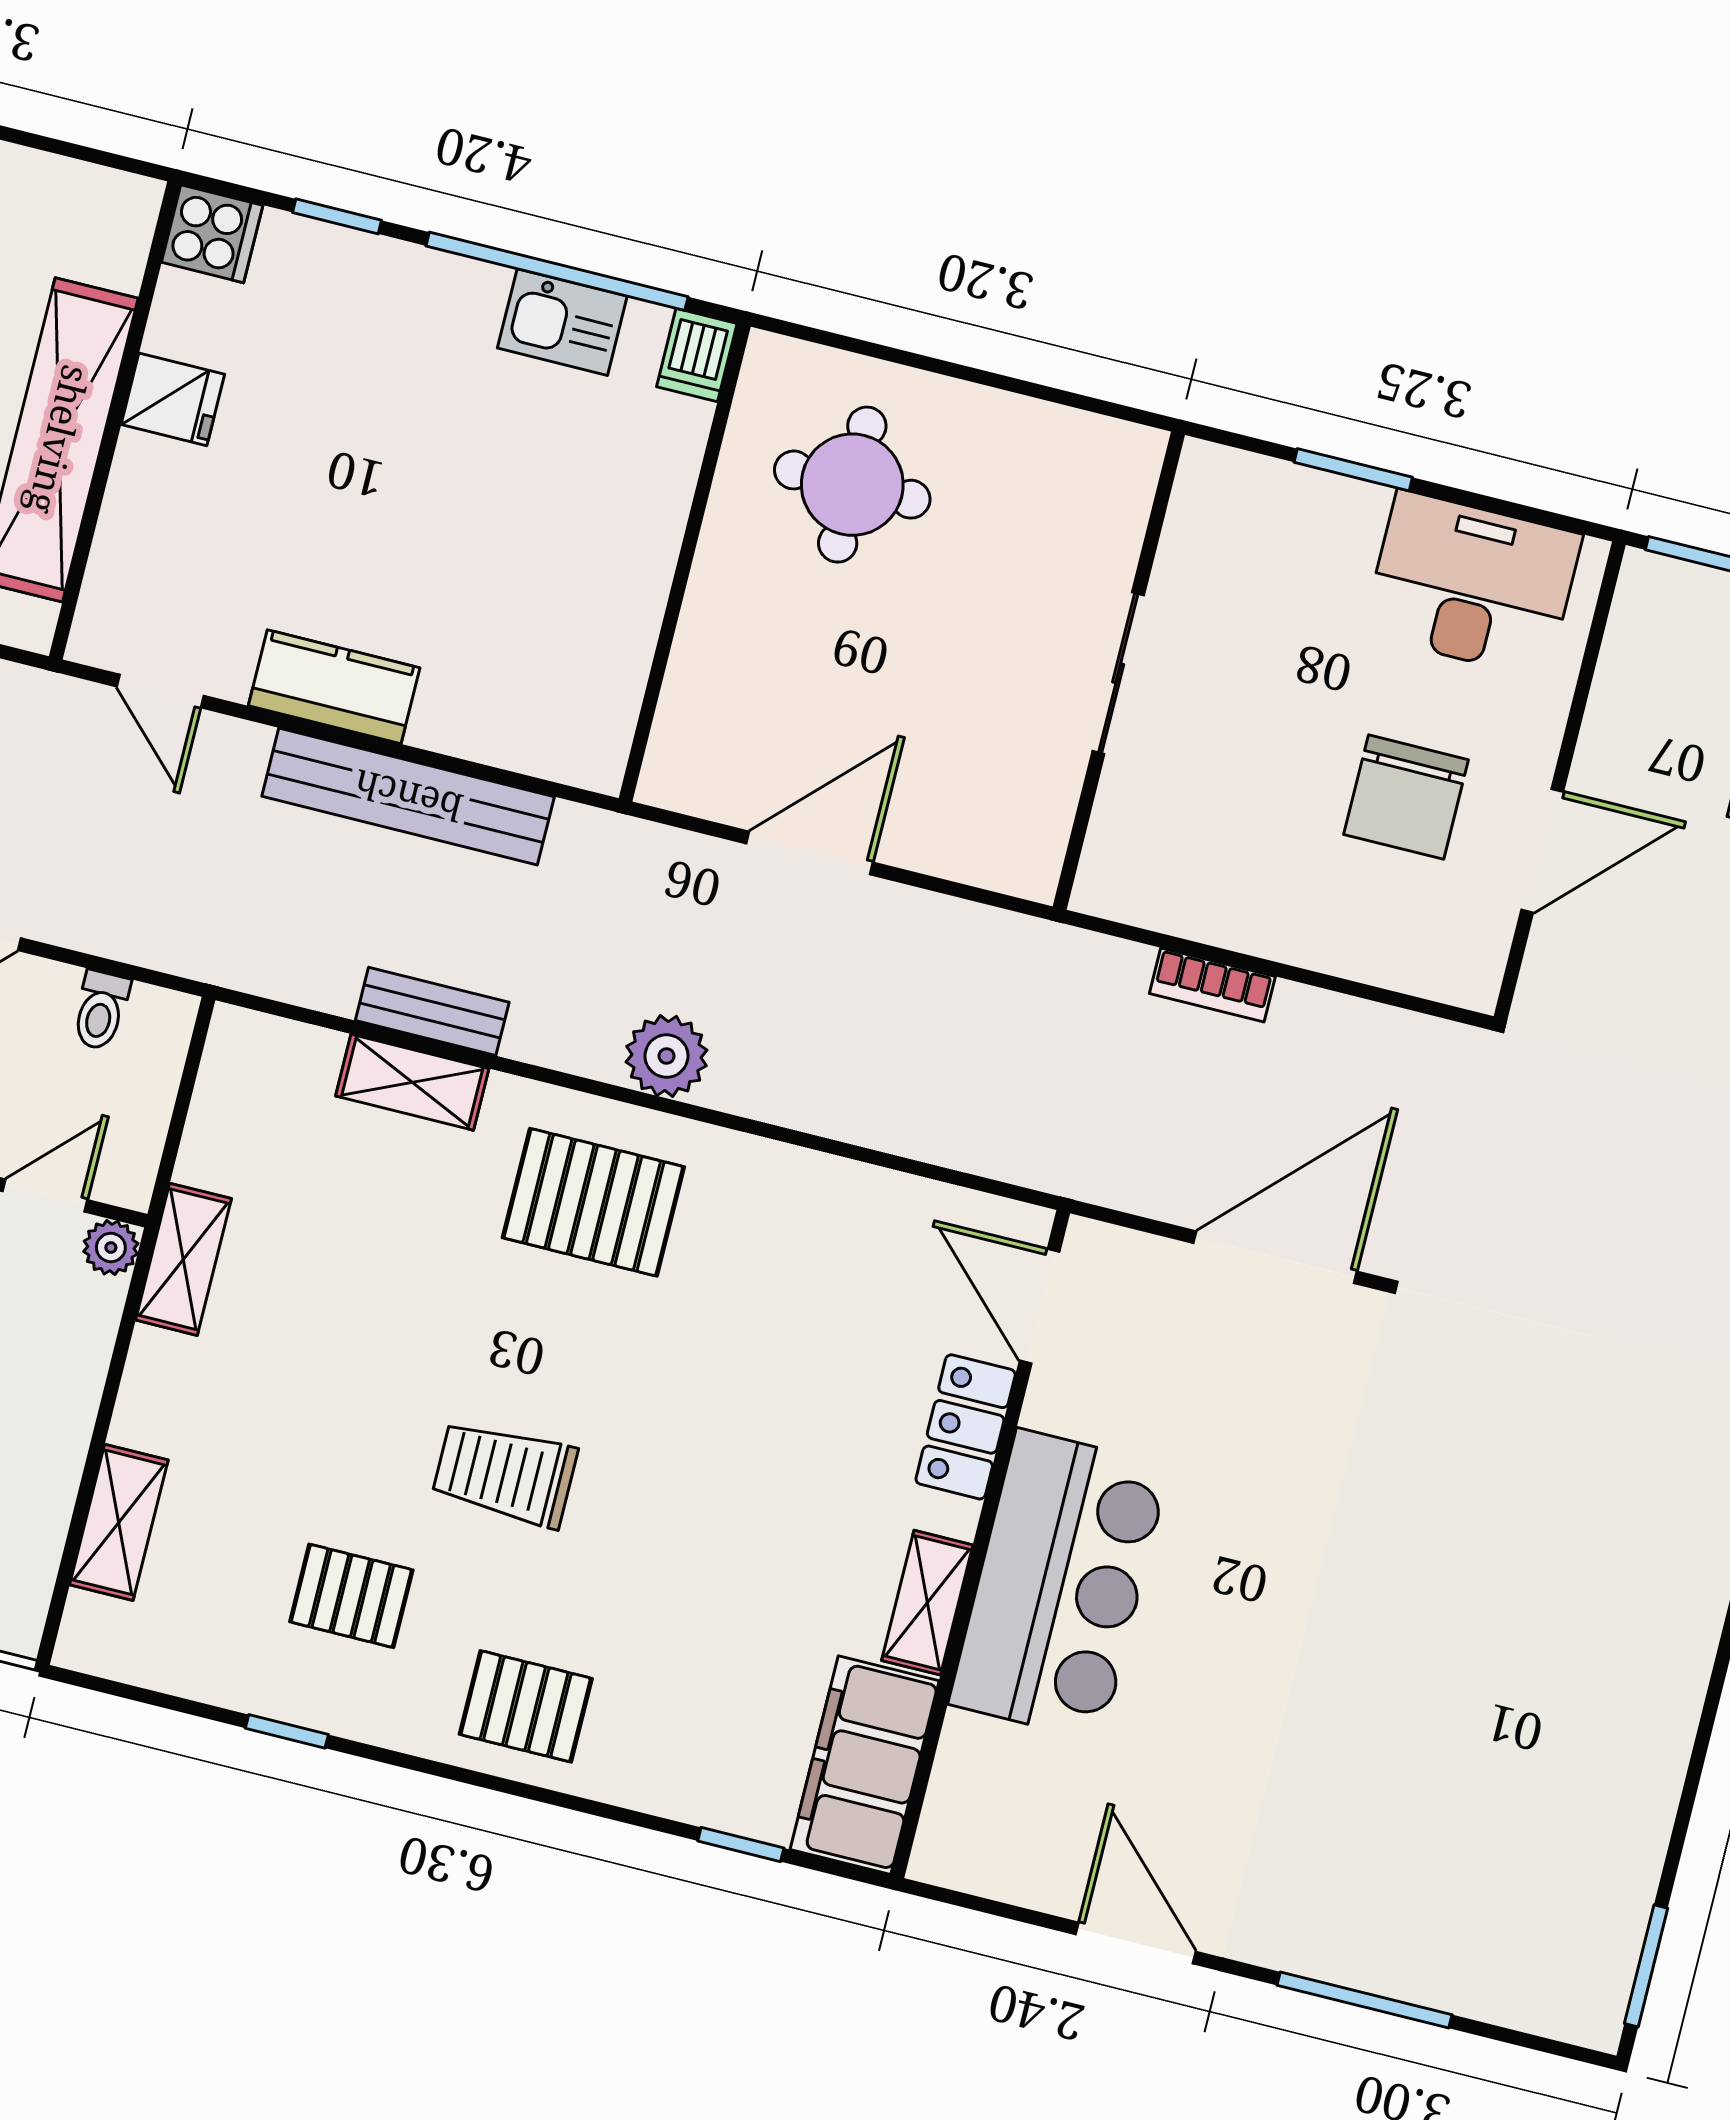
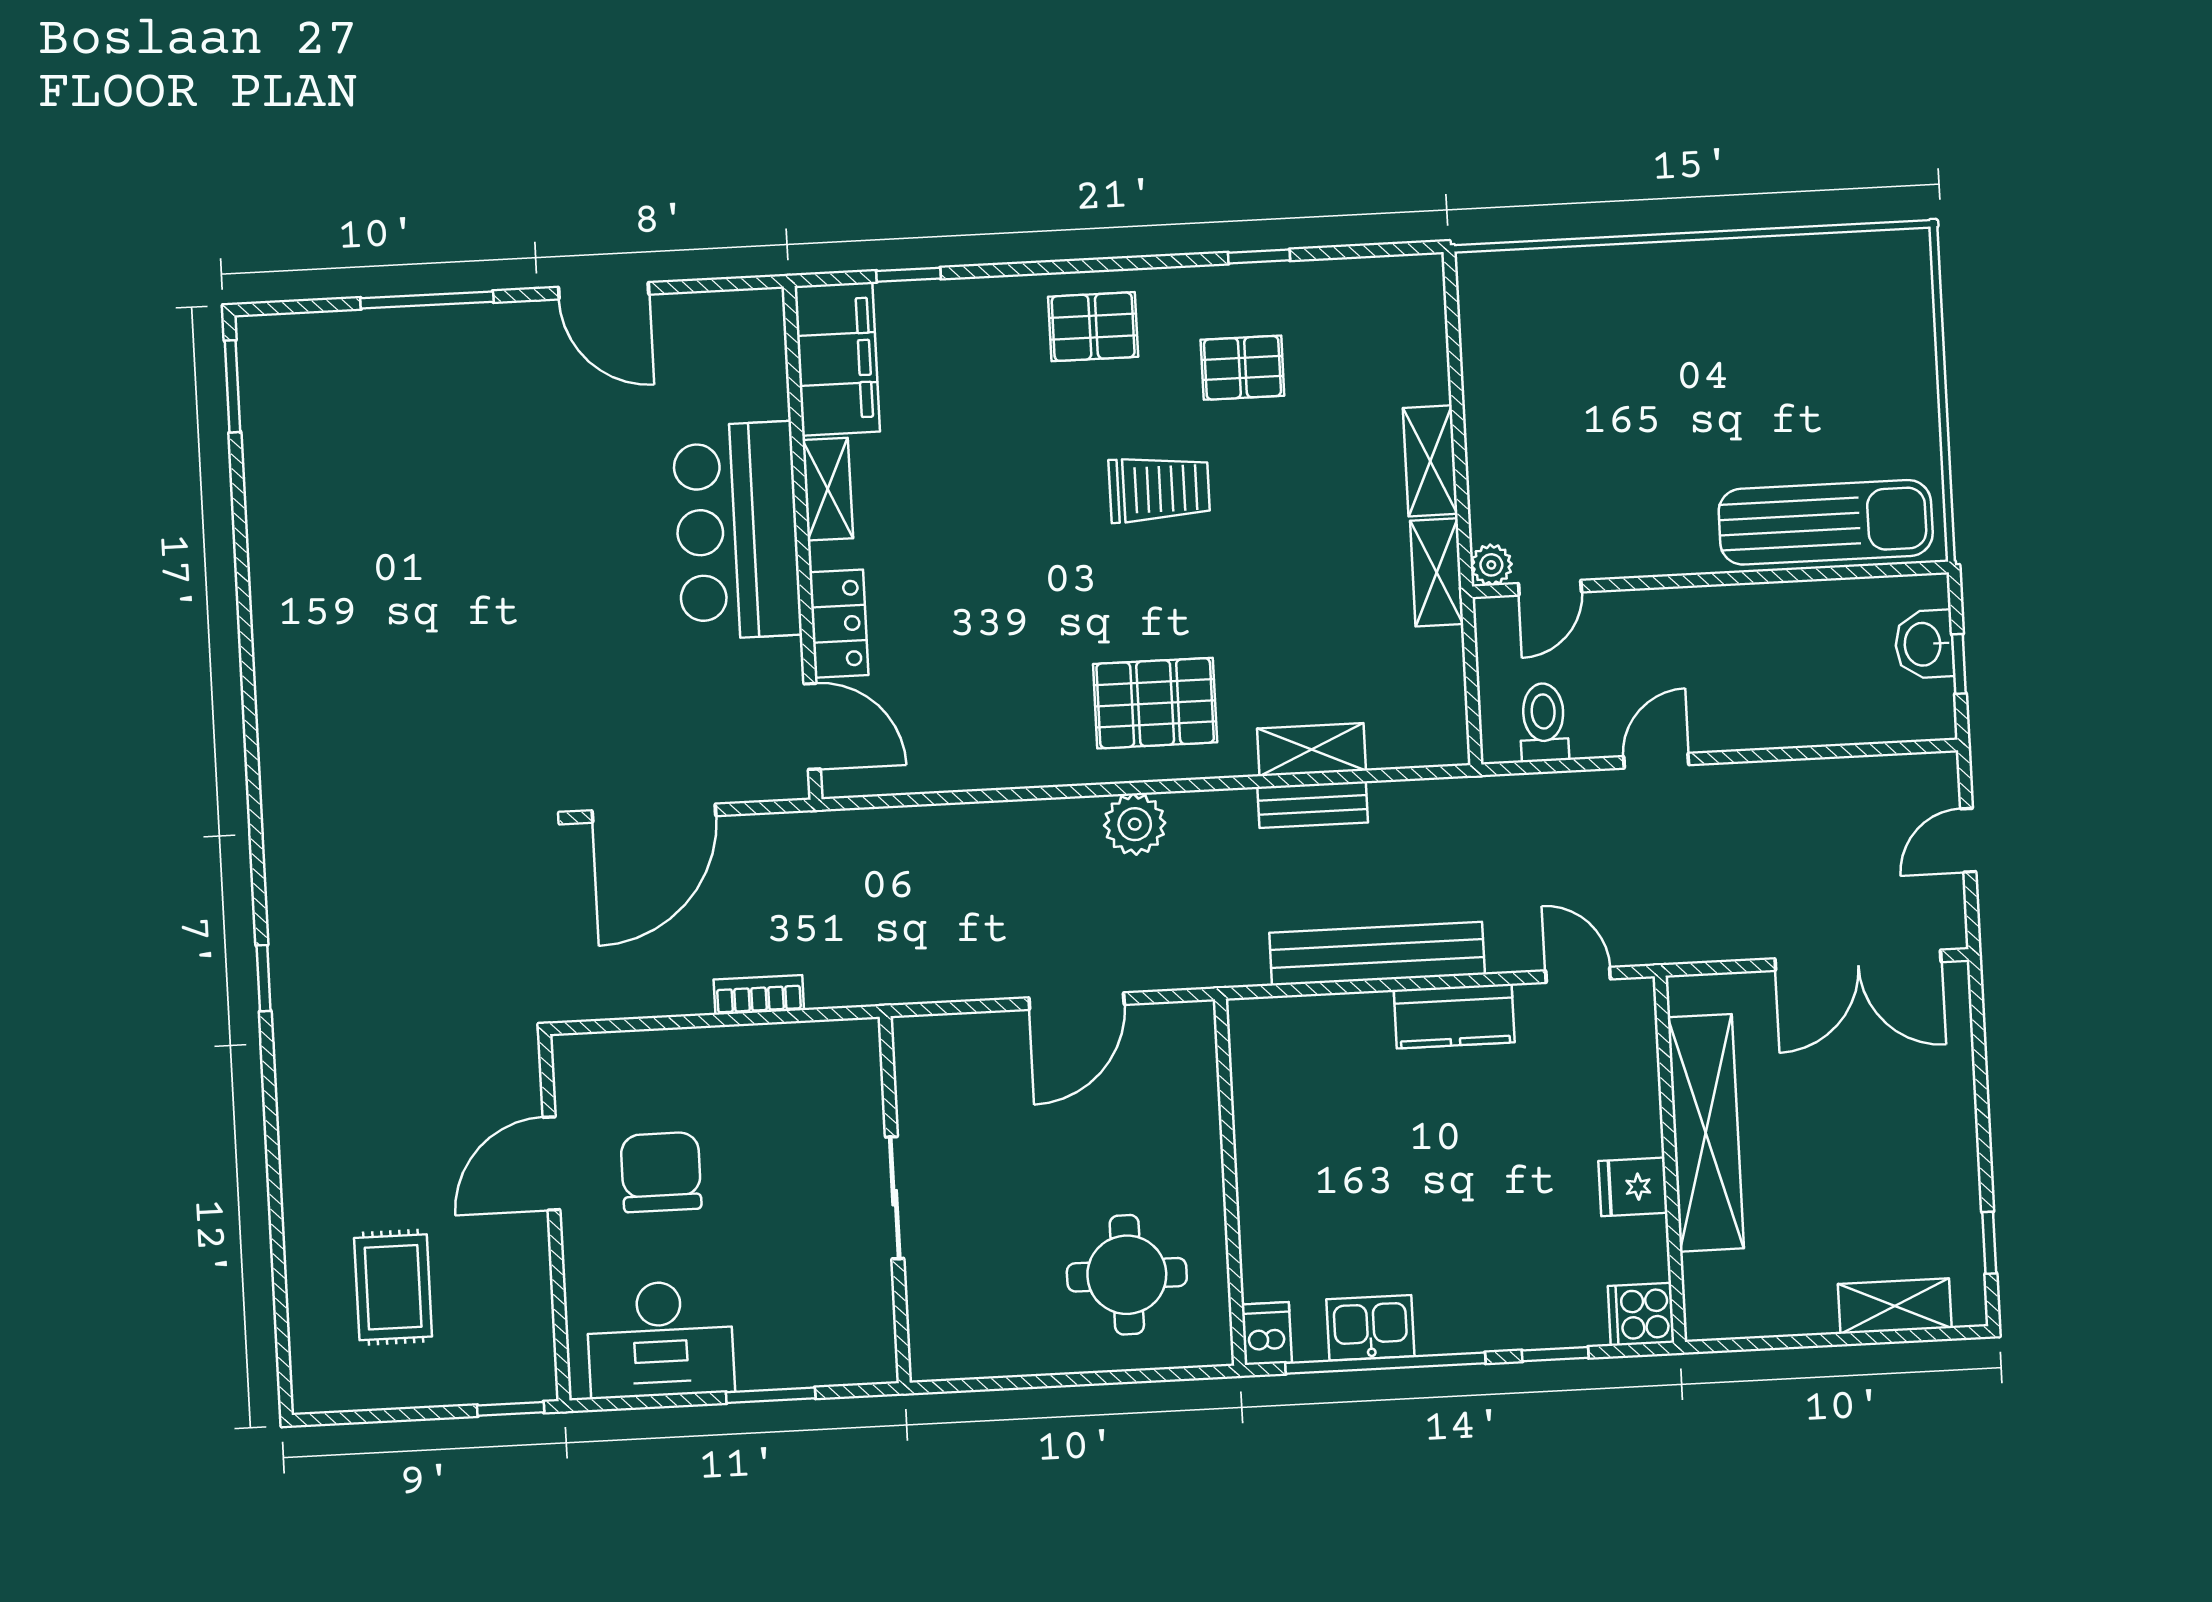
toilet: (101, 1010) -> (1544, 722), width x1.37, depth x1.39
shelving: (119, 1522) -> (1430, 461), moved

